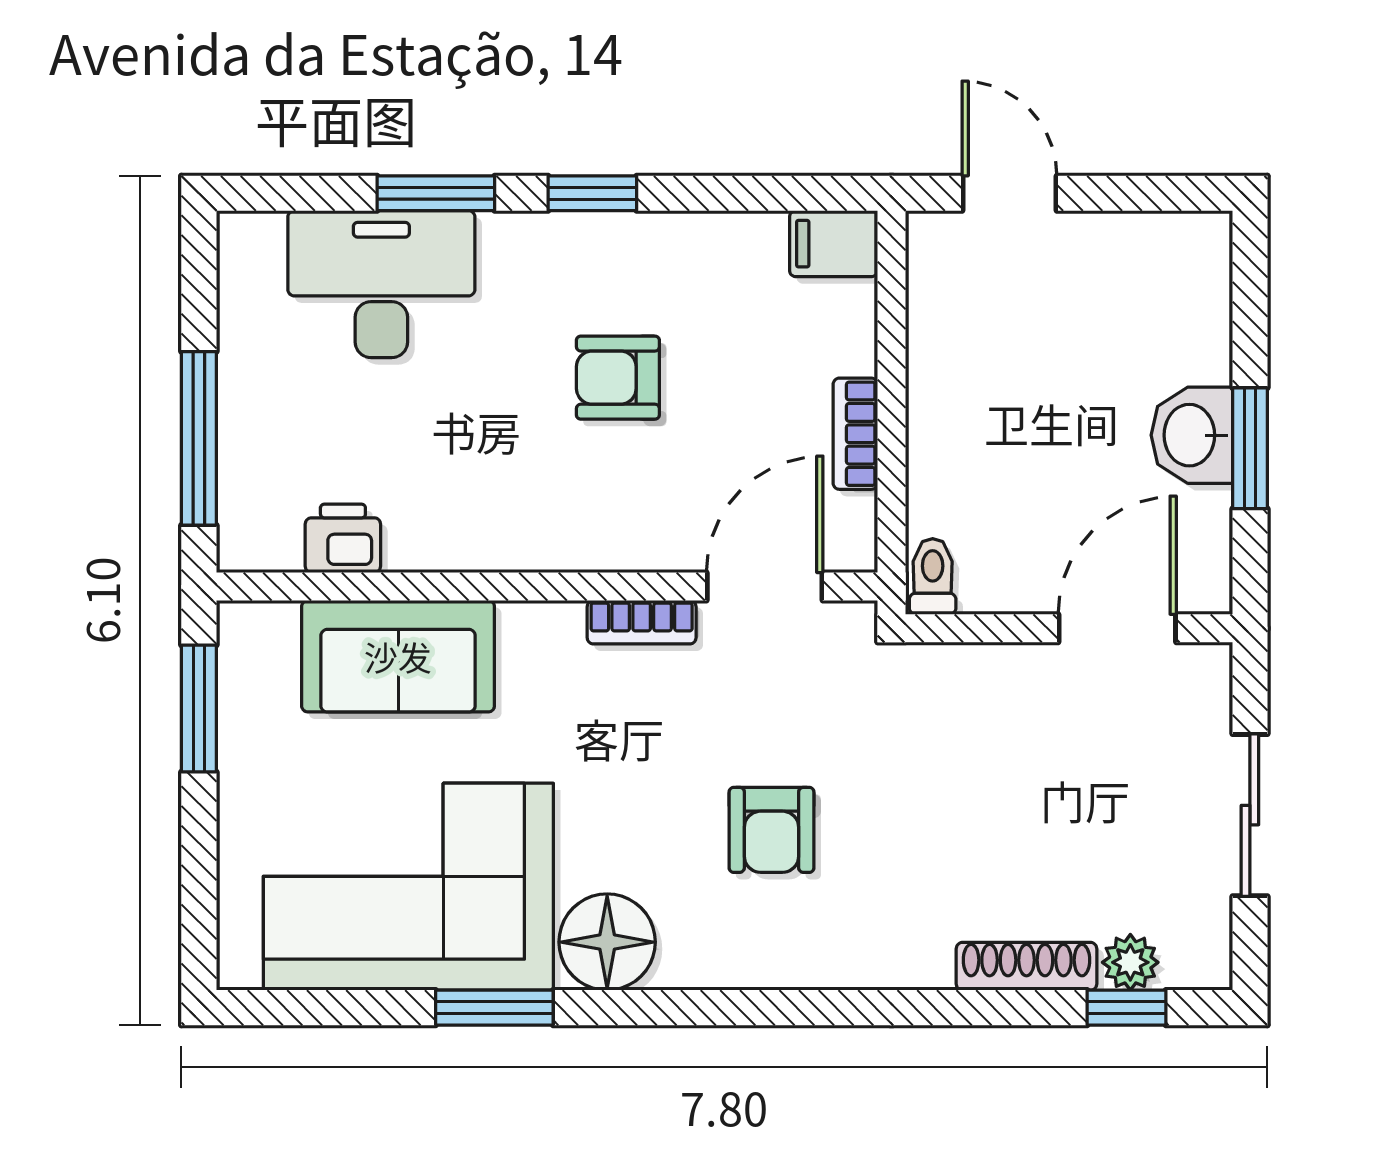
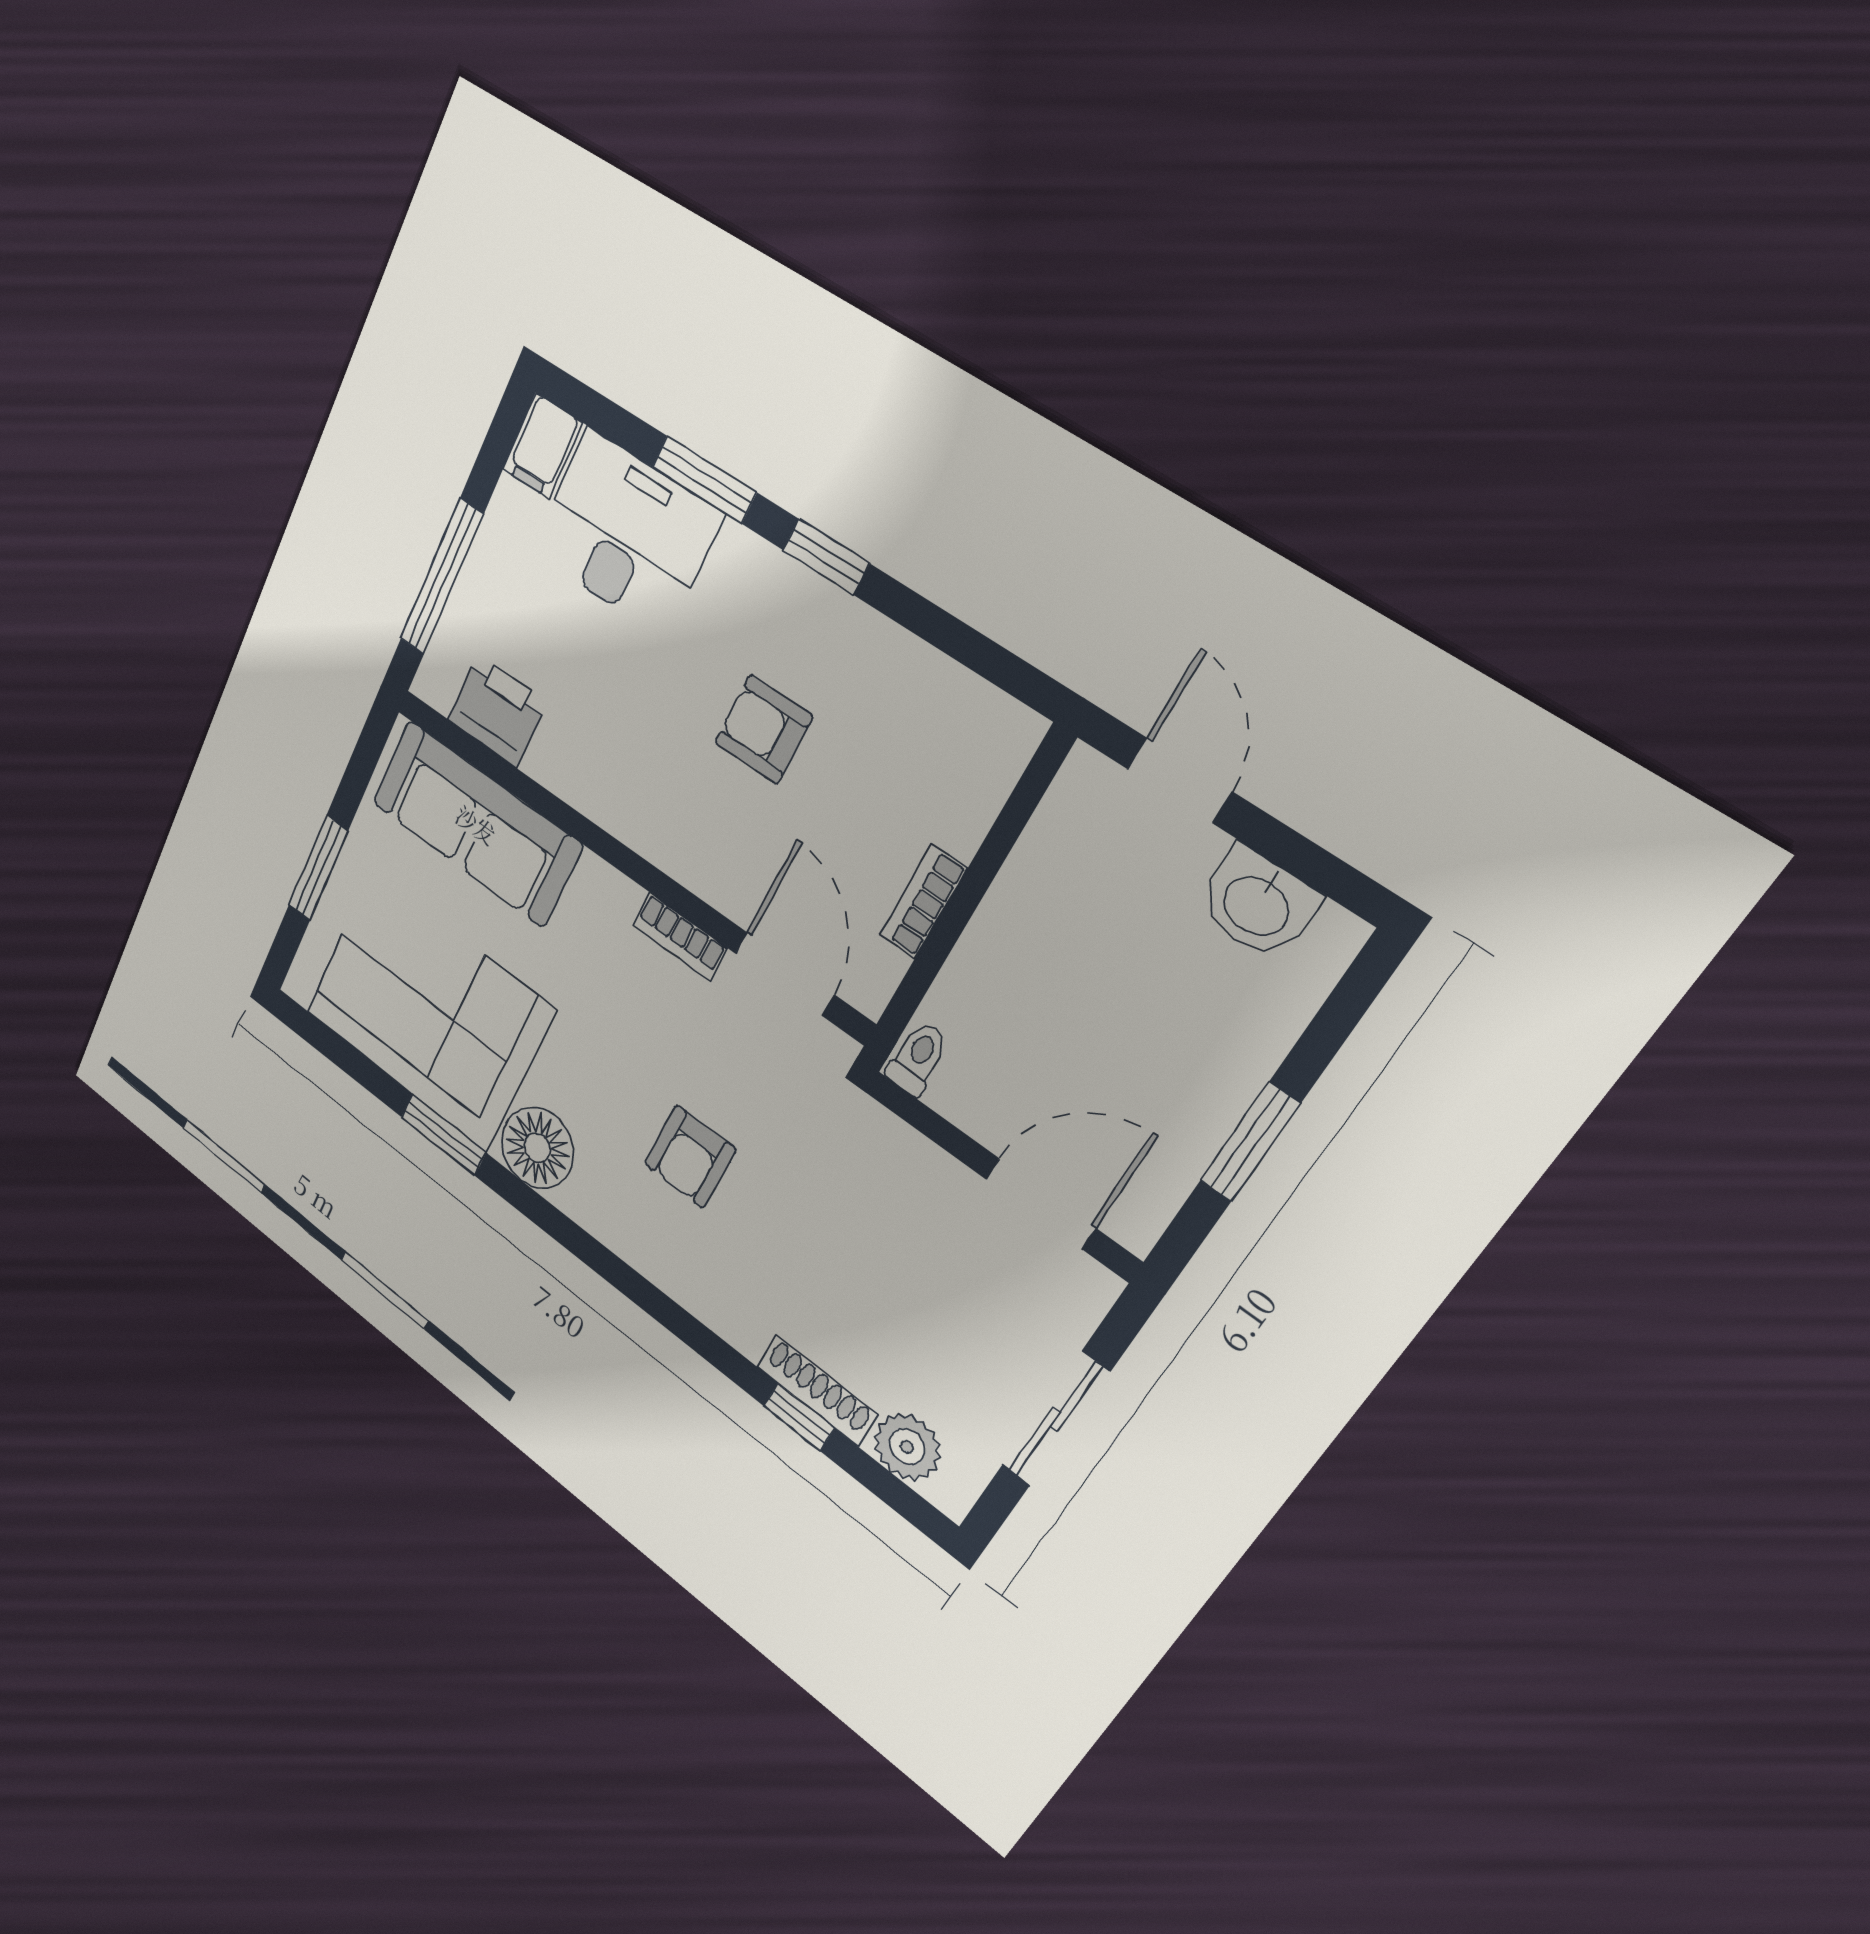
filing cabinet: (834, 244) -> (542, 446), moved, turned -90
washbasin: (1192, 435) -> (1257, 904), moved, turned -90
printer: (343, 538) -> (497, 711), width x1.36, depth x1.24
door: (765, 587) -> (784, 974), hinge flipped
sofa: (398, 656) -> (476, 824), width x1.36
window: (199, 708) -> (318, 868), moved
plant: (1130, 962) -> (907, 1447), width x1.38, depth x1.38
window: (1127, 1008) -> (799, 1417), moved

